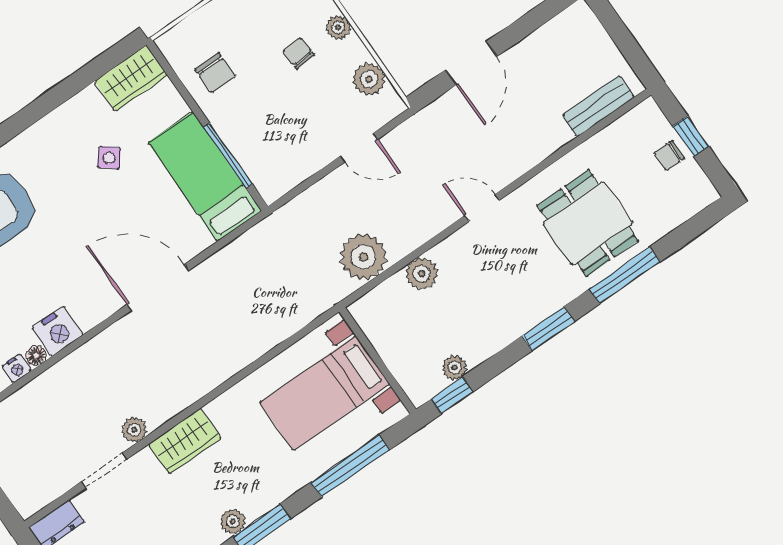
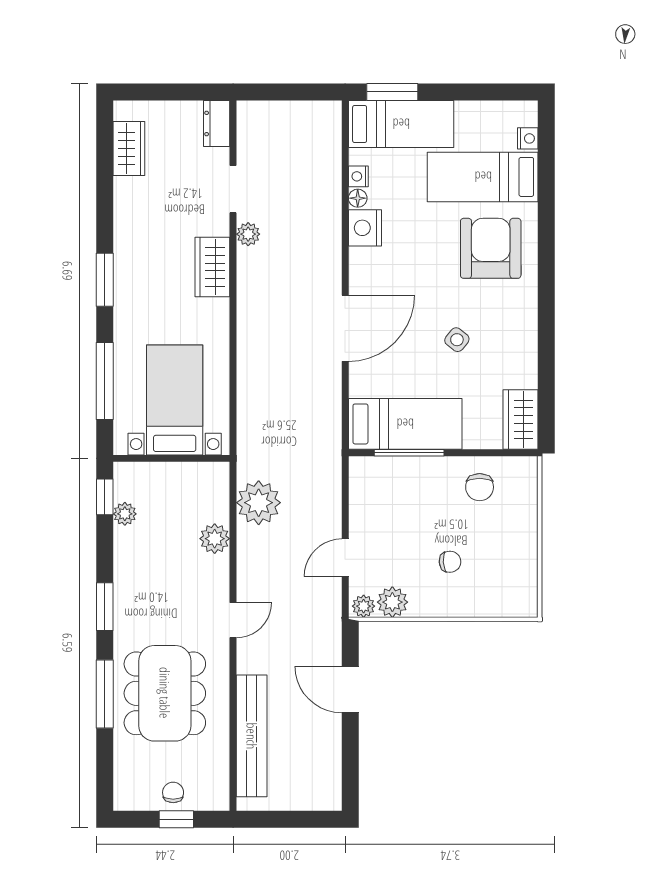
plant: (338, 27) -> (364, 606), moved
chair: (215, 73) -> (480, 487), turned -90
bench: (598, 106) -> (252, 736), width x1.86, depth x1.21
side table: (109, 158) -> (457, 340), moved
dining table: (588, 223) -> (165, 693), width x1.38
plant: (233, 521) -> (125, 261), removed

